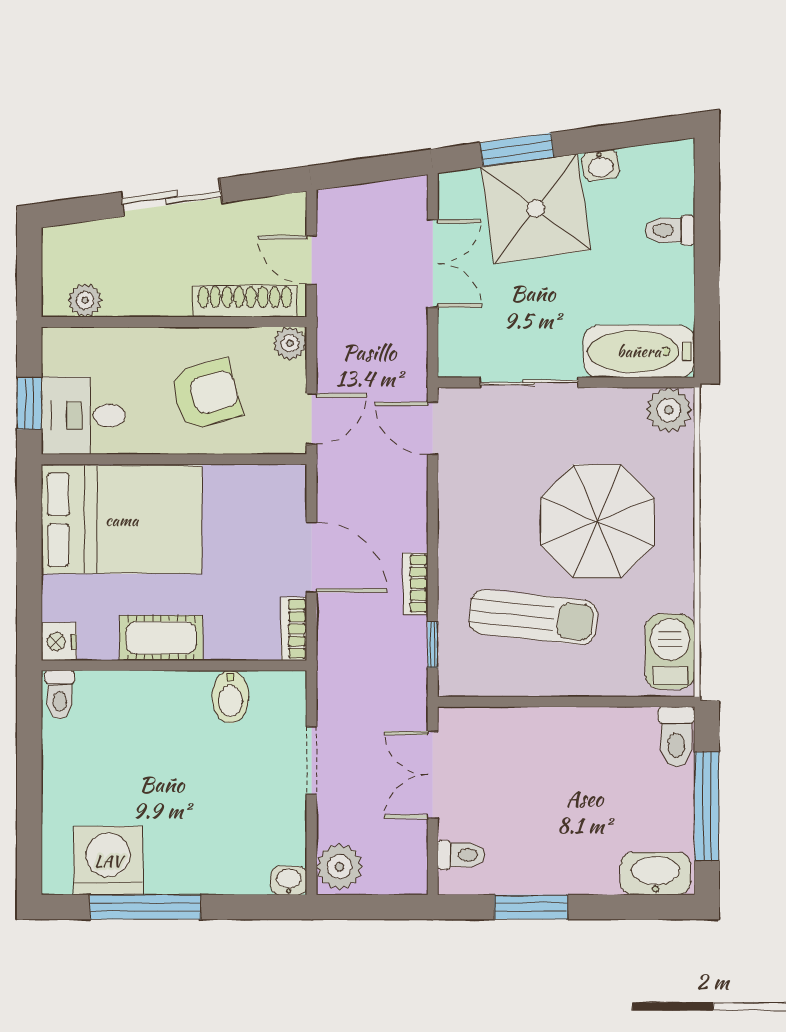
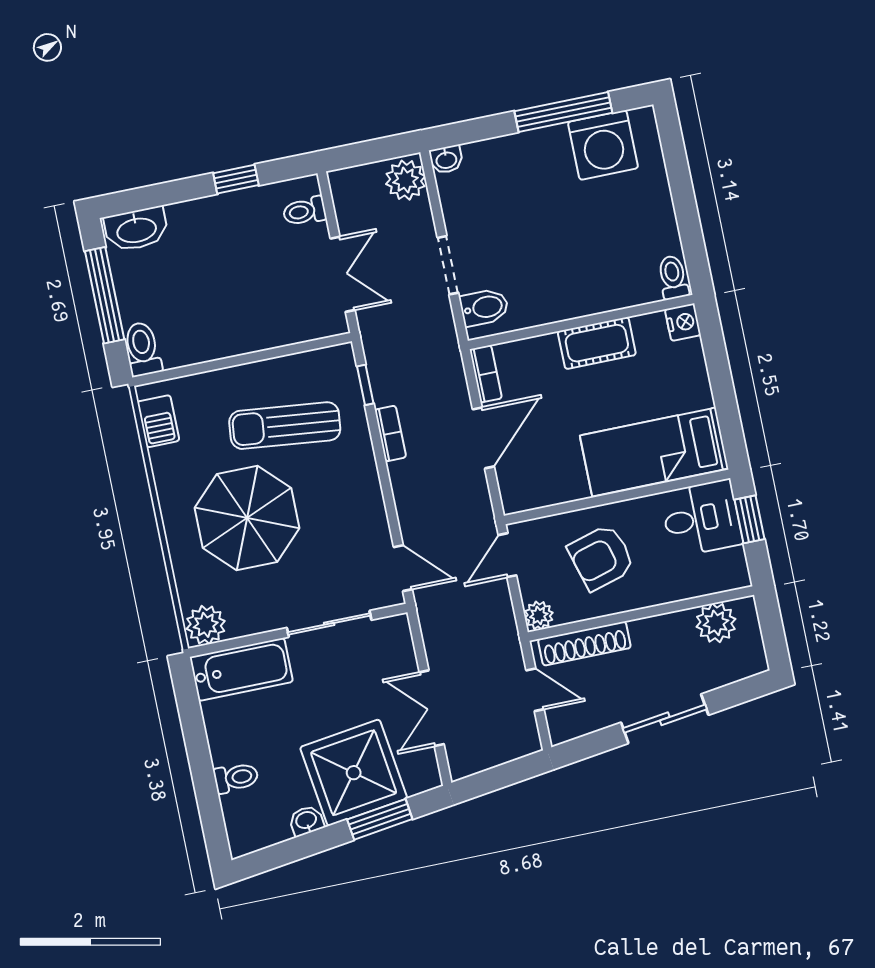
plant: (85, 300) -> (716, 623), width x1.38, depth x1.38
bed: (122, 520) -> (654, 452), width x0.67
door: (311, 557) -> (483, 438), swing flipped
barbecue: (670, 651) -> (158, 421), width x0.73, depth x0.79
bidet: (230, 697) -> (484, 307), moved, turned 90
window: (531, 907) -> (236, 179), width x0.67

